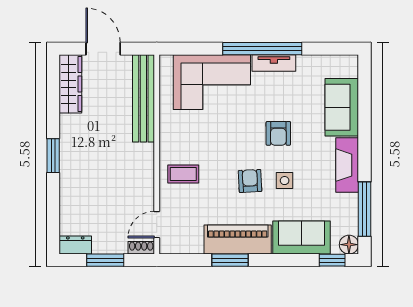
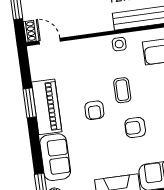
coffee table: (183, 174) -> (122, 90), moved
armchair: (250, 181) -> (94, 110), turned 93
side table: (285, 181) -> (119, 44), moved

